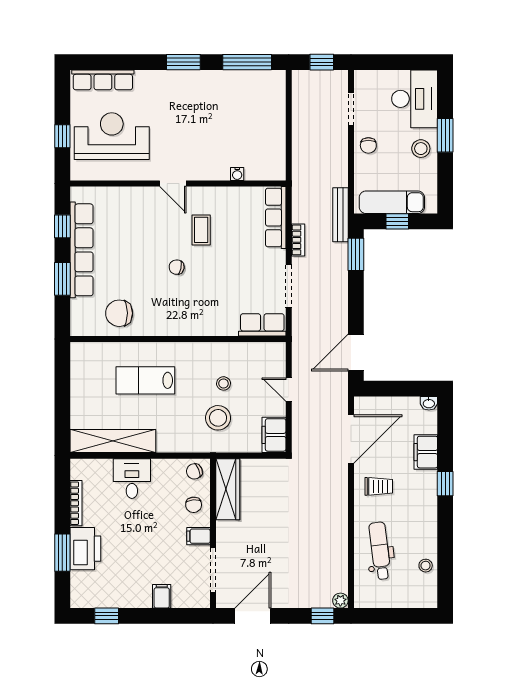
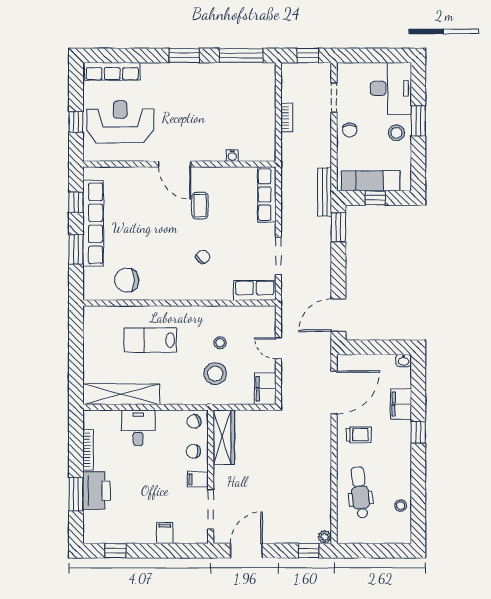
door: (173, 184) -> (175, 164), width x1.37
bookcase: (298, 240) -> (287, 117), moved
chair: (177, 267) -> (203, 257), moved, turned 125
chair: (194, 505) -> (193, 451), turned 95

